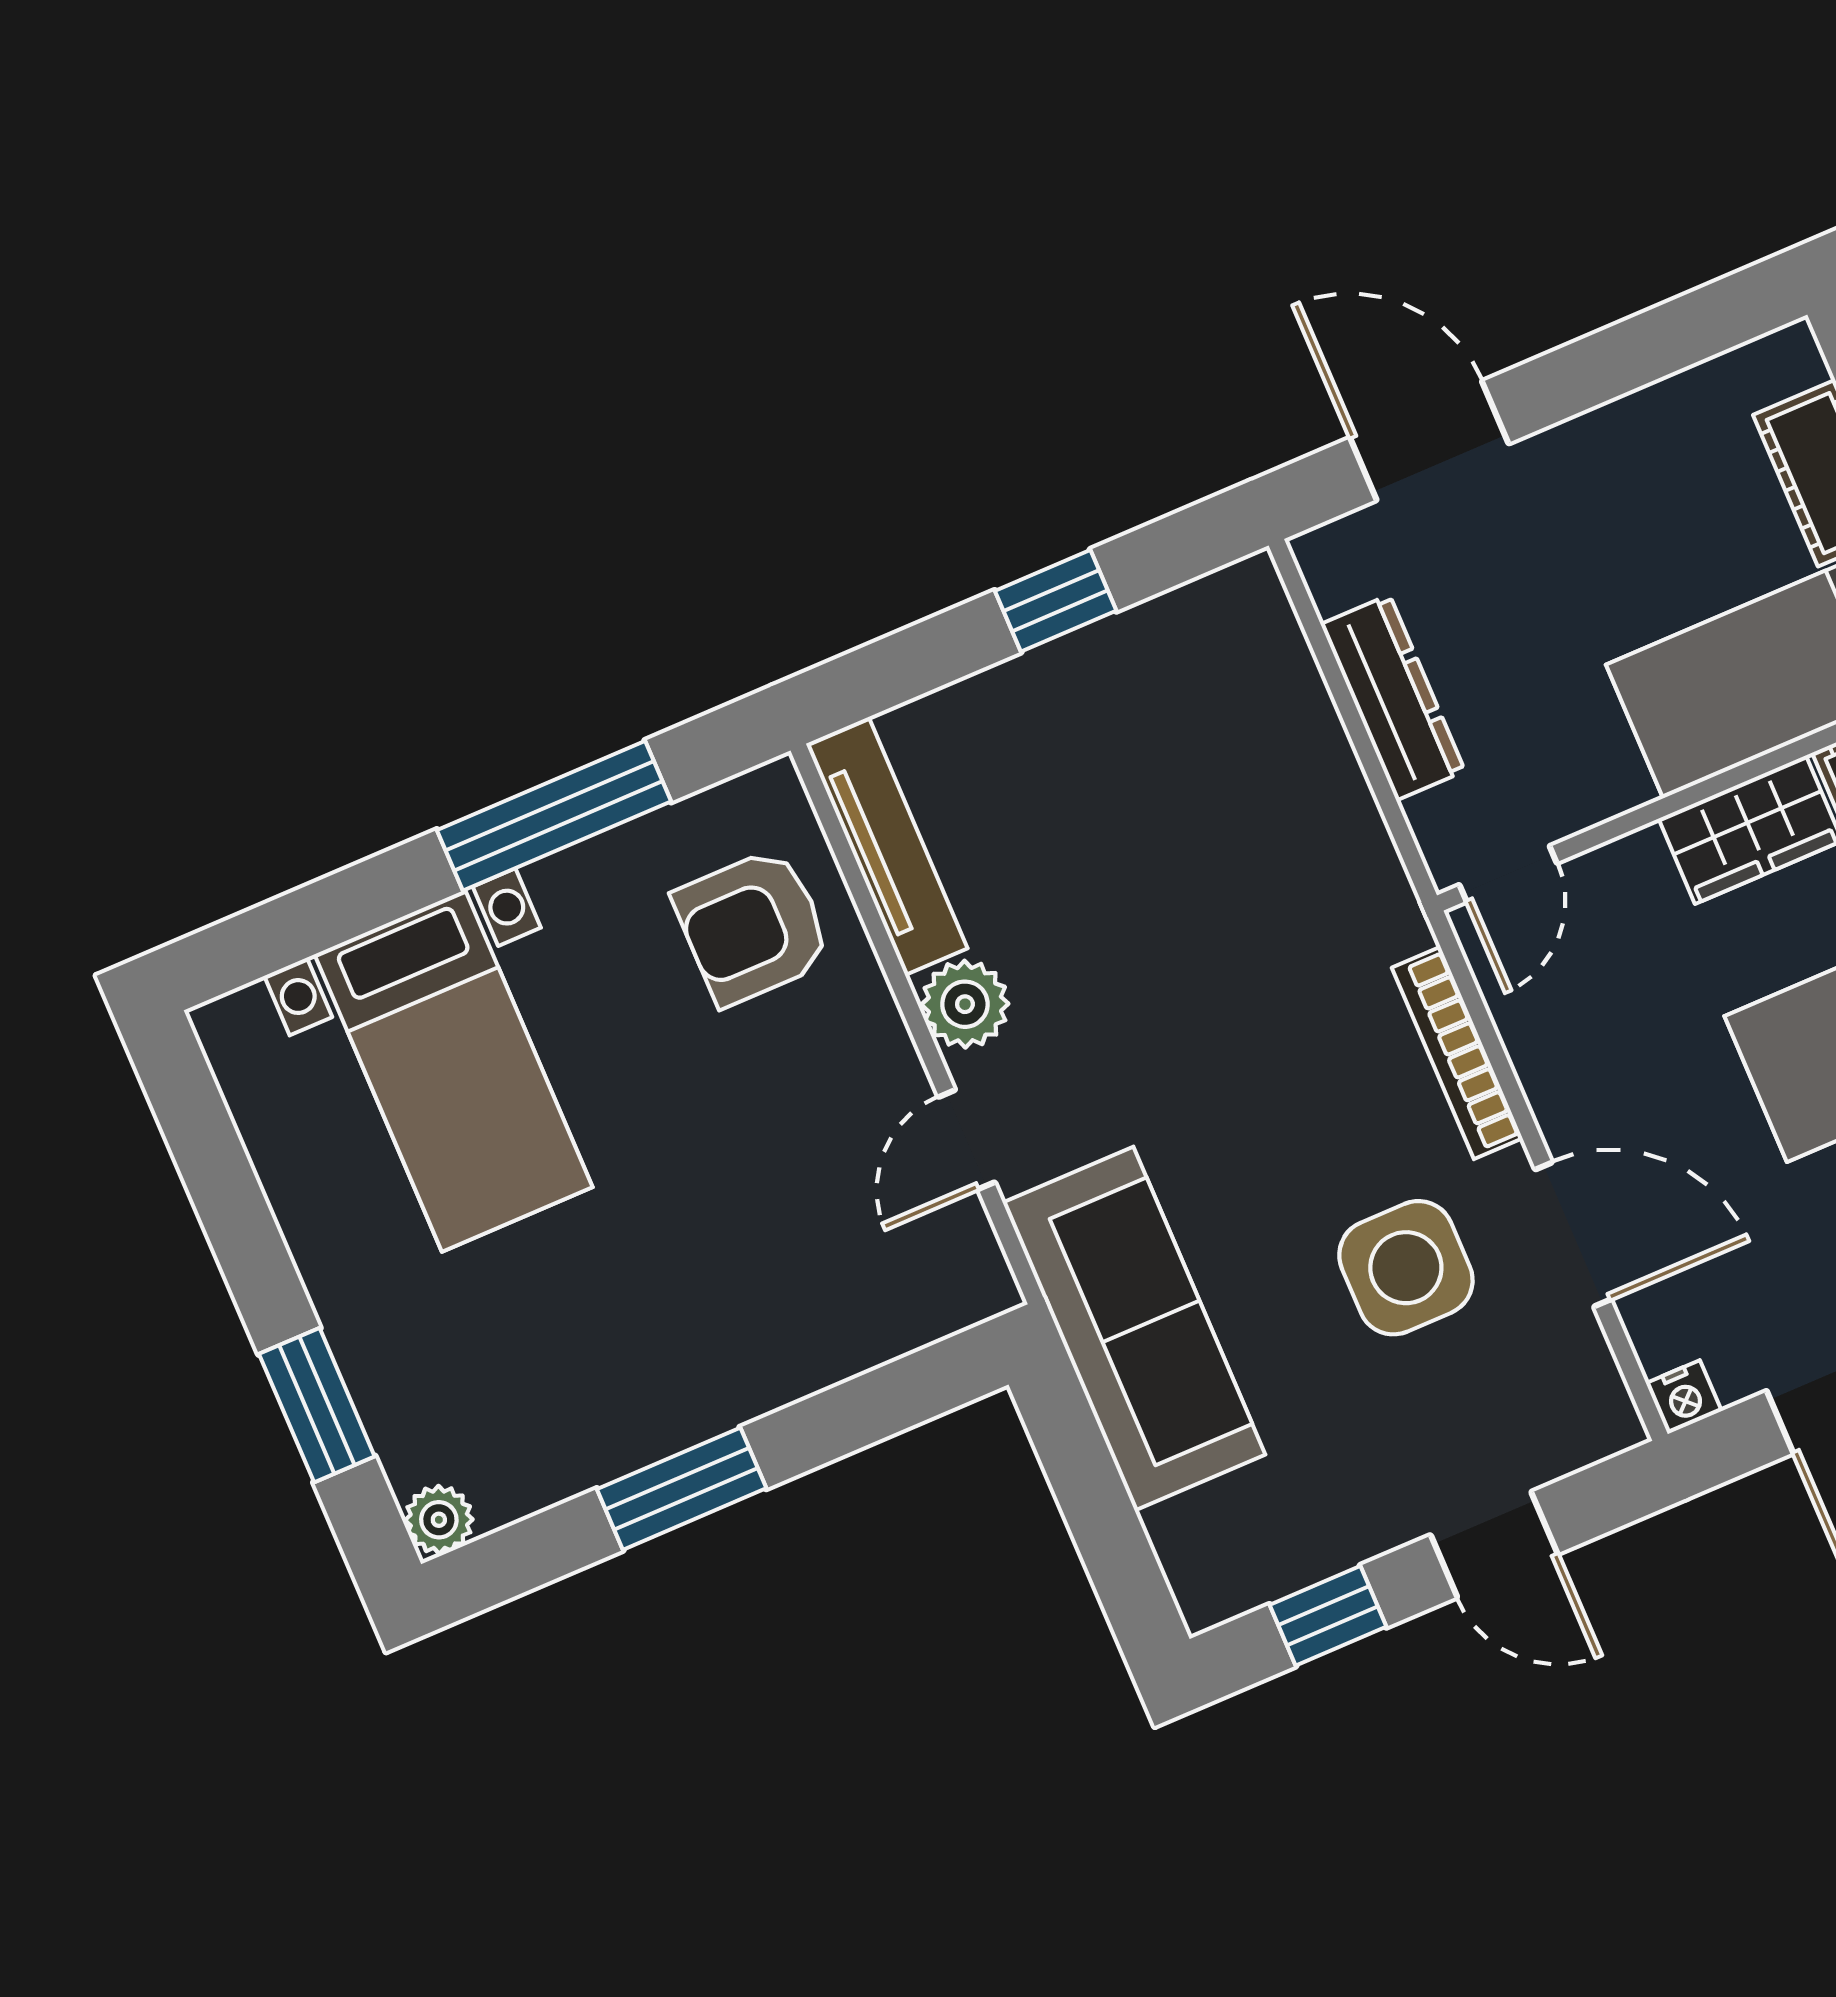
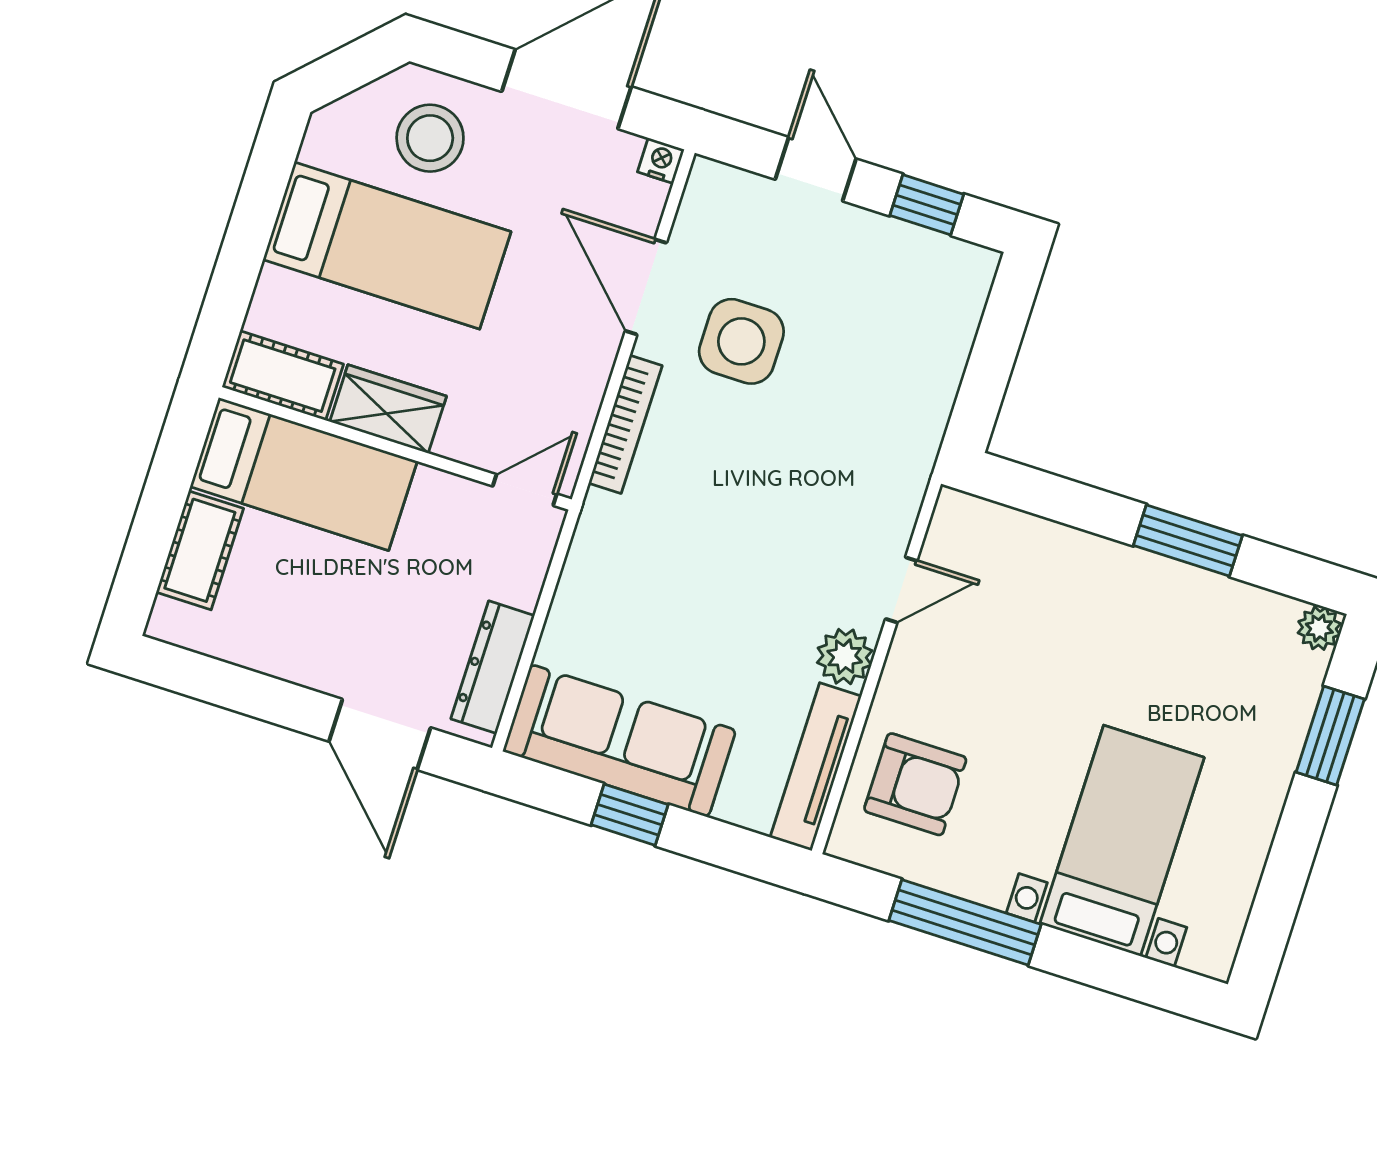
dresser: (1393, 698) -> (493, 667), moved
sofa: (1134, 1329) -> (619, 741), moved, turned 90

